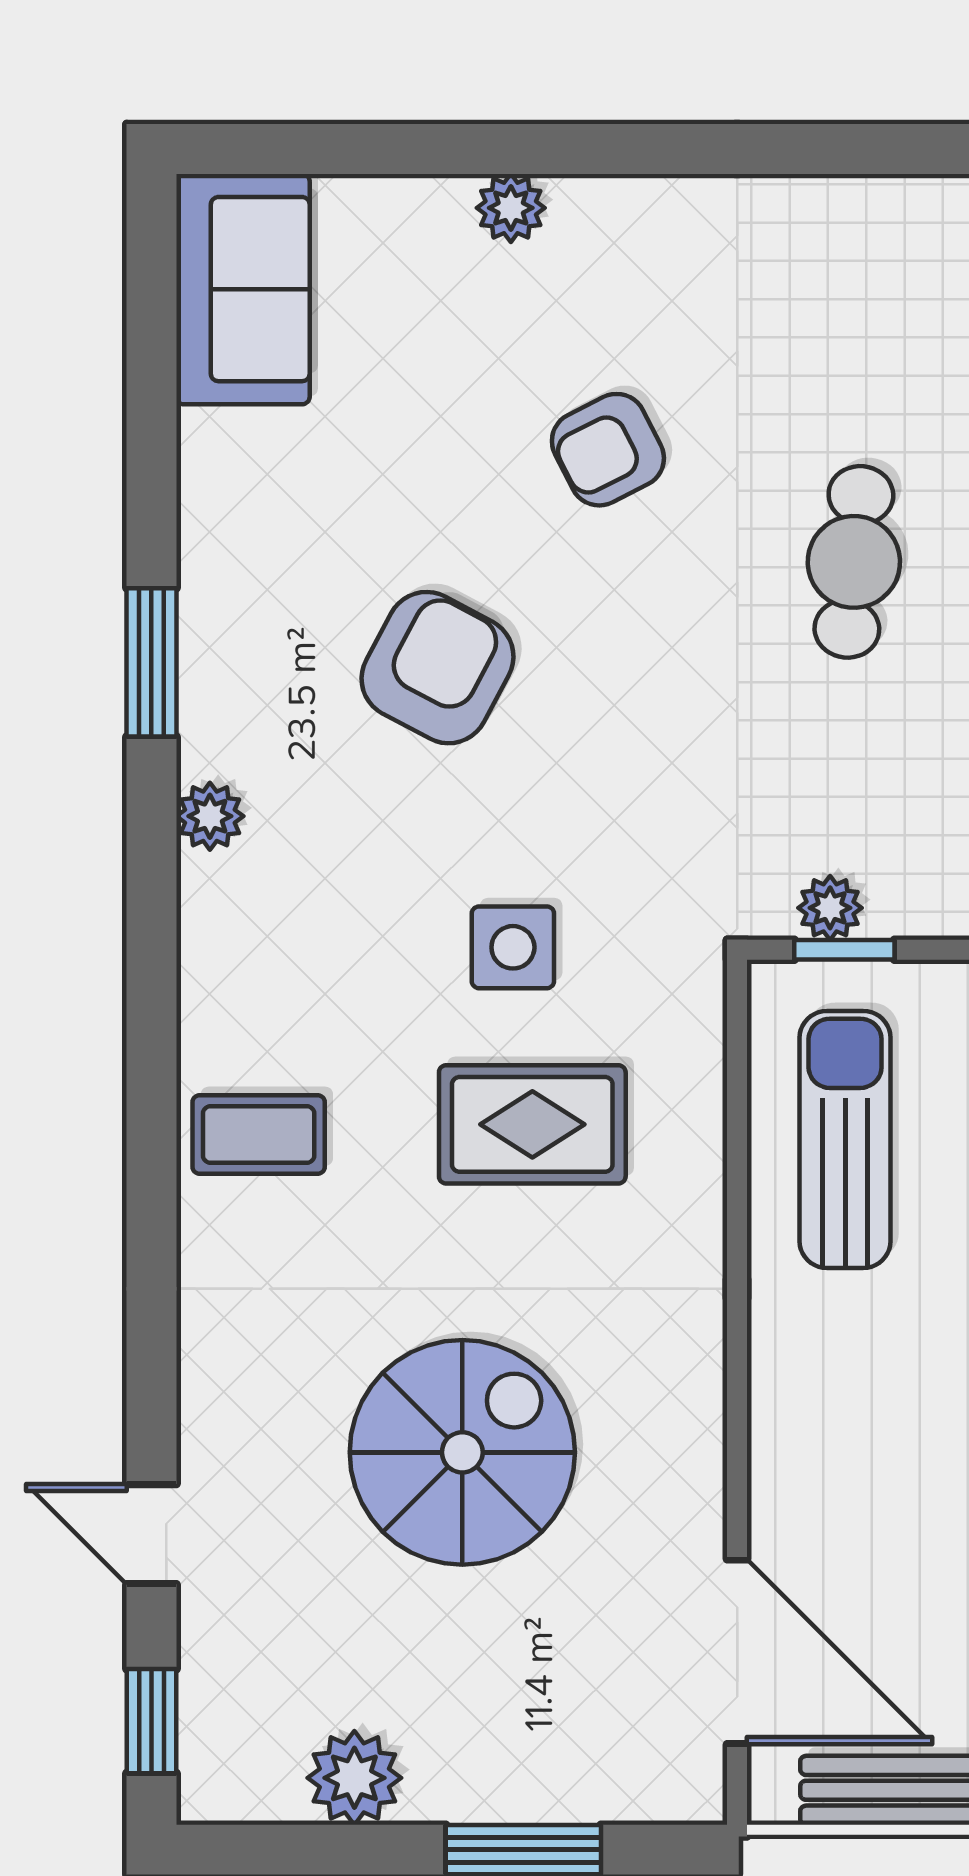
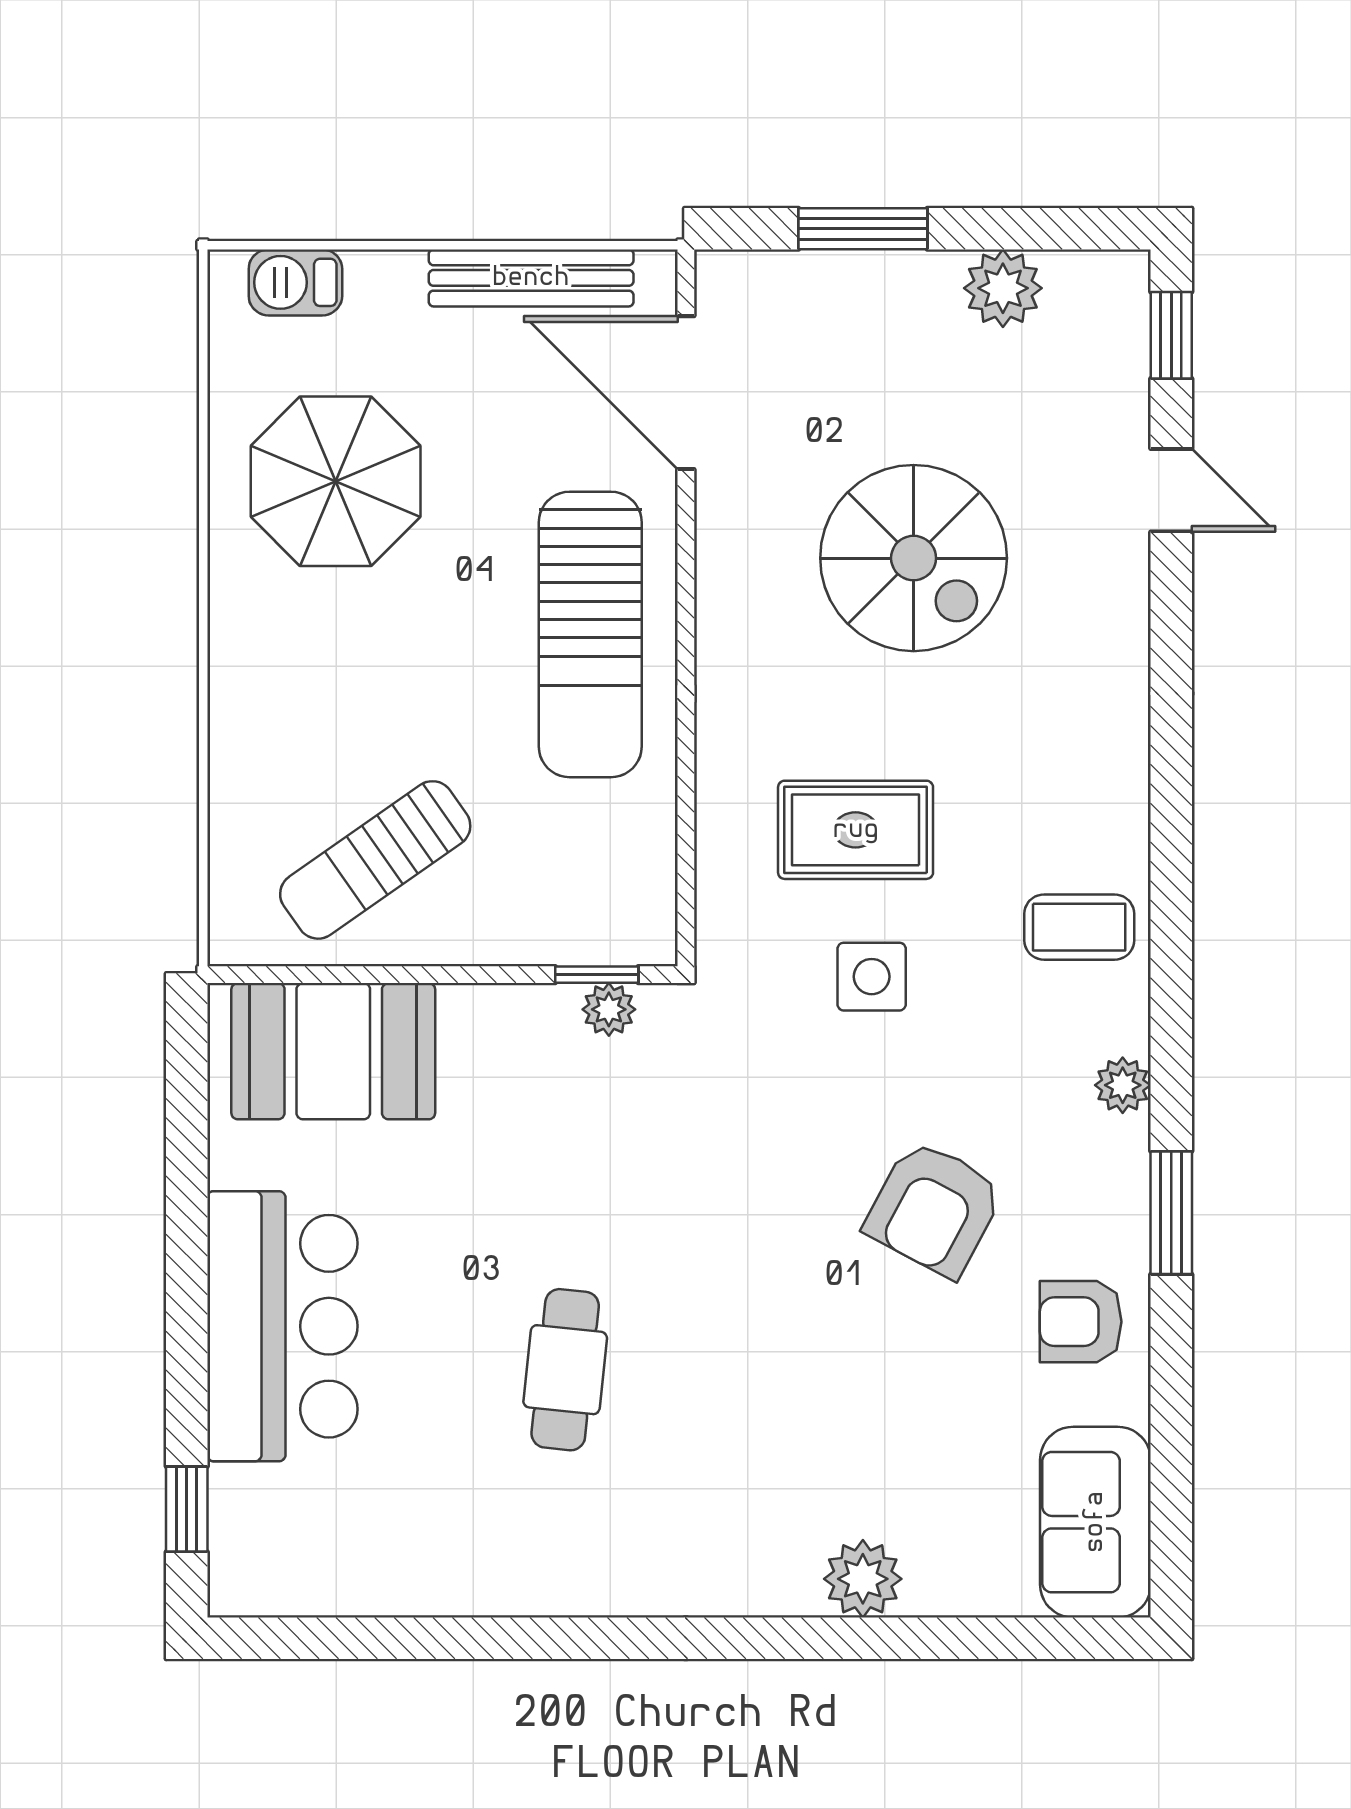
plant: (511, 208) -> (863, 1579), width x1.38, depth x1.38
armchair: (608, 450) -> (1081, 1322), moved, turned -153
cafe table: (854, 562) -> (565, 1370), moved
coffee table: (259, 1134) -> (1079, 927), moved
sun lounger: (845, 1140) -> (590, 634), moved, width x1.36, depth x1.34
spiral stairs: (462, 1452) -> (914, 558), turned -90

